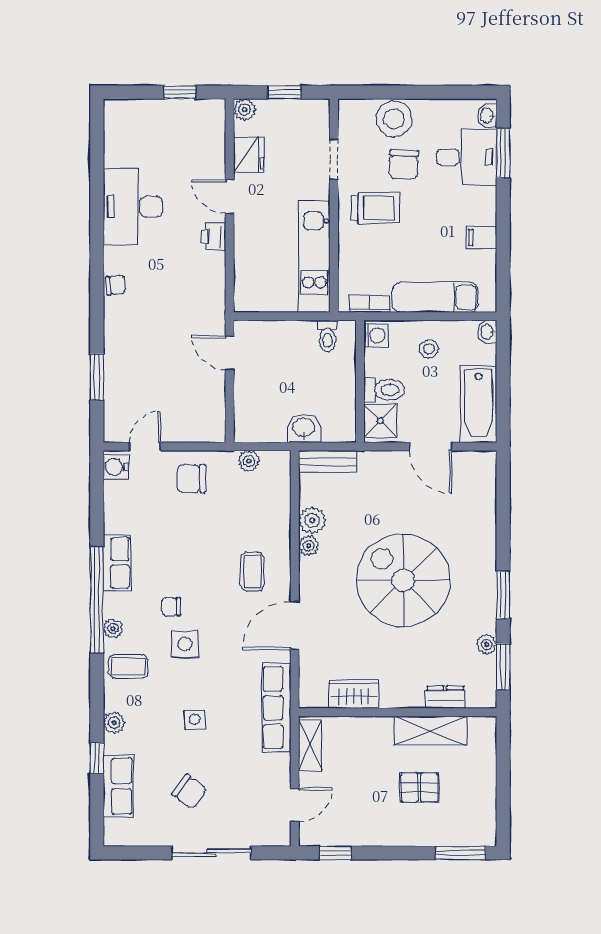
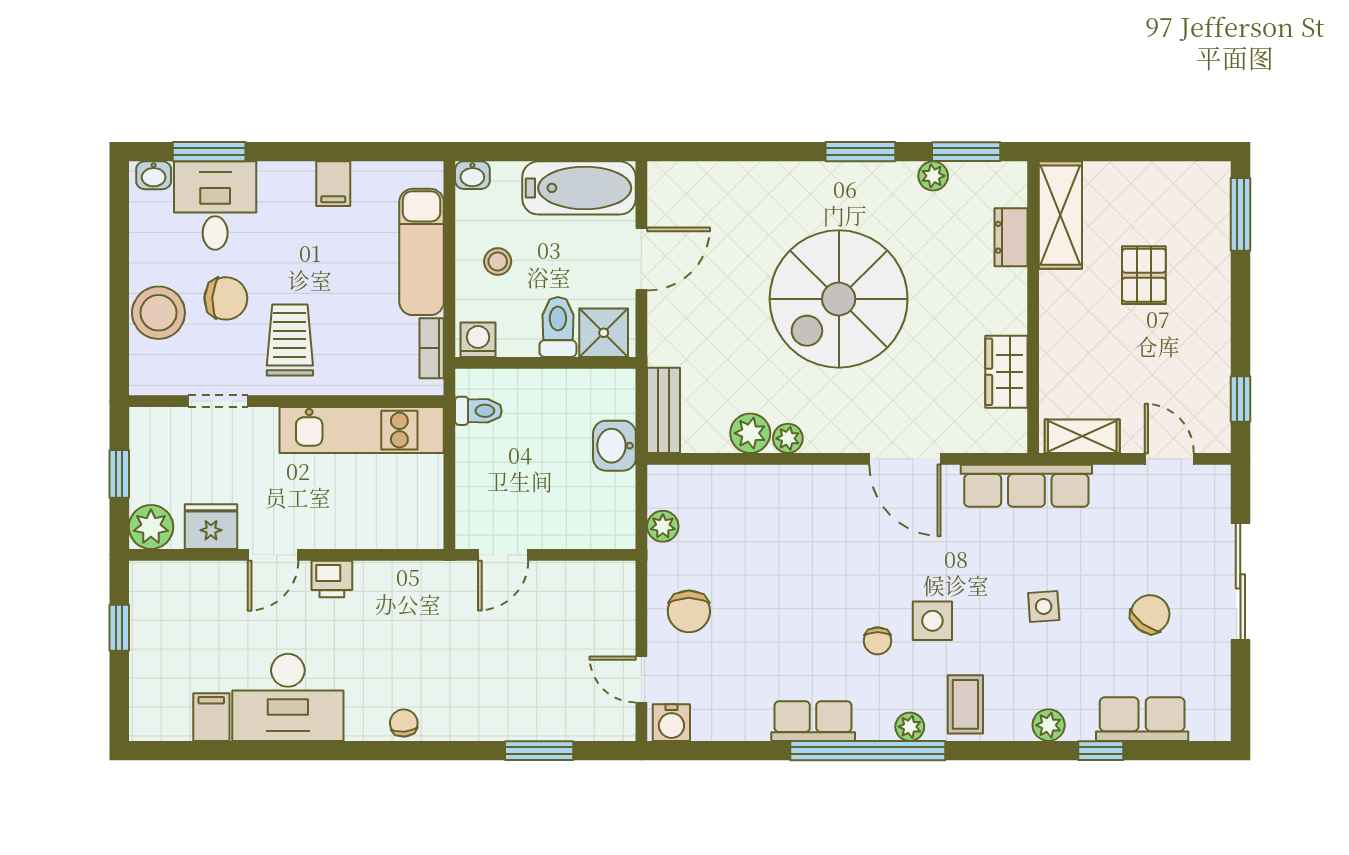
plant: (244, 110) -> (151, 527), width x1.38, depth x1.38
filing cabinet: (120, 155) -> (211, 717), added
coffee table: (252, 572) -> (826, 522), removed
shelving: (430, 731) -> (1060, 215), moved

